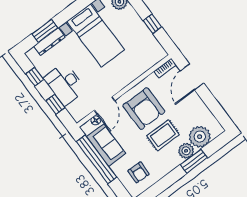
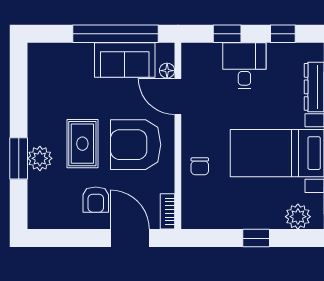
window: (152, 24) -> (256, 238), moved
chair: (131, 69) -> (200, 166), added
desk: (65, 84) -> (244, 66), width x0.73
plant: (200, 137) -> (45, 190), removed
armchair: (139, 172) -> (96, 200), moved, turned -92

